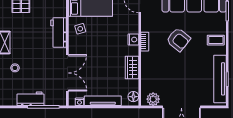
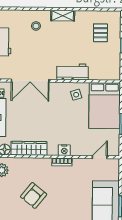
armchair: (178, 40) -> (34, 195), moved
wardrobe: (132, 68) -> (29, 148), width x1.50

